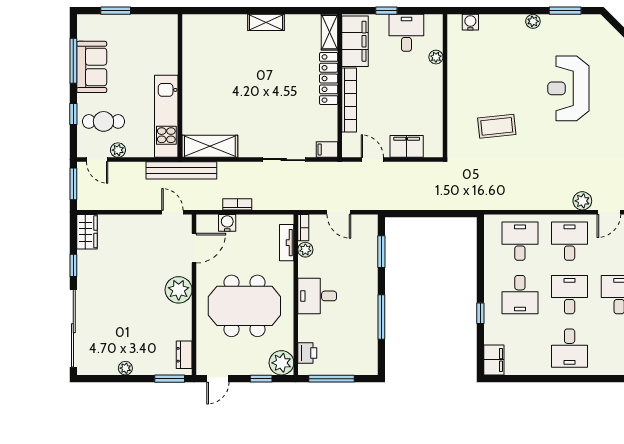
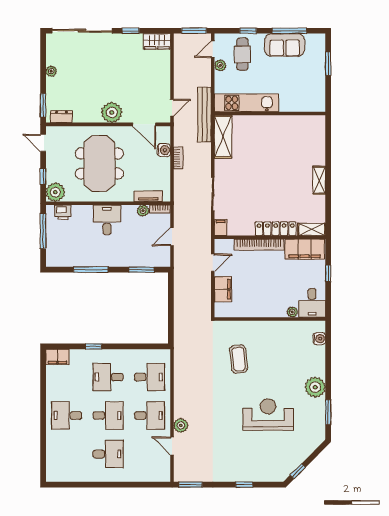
plant: (533, 21) -> (315, 387), width x1.88, depth x1.88
desk: (406, 33) -> (312, 303), moved, turned 90

